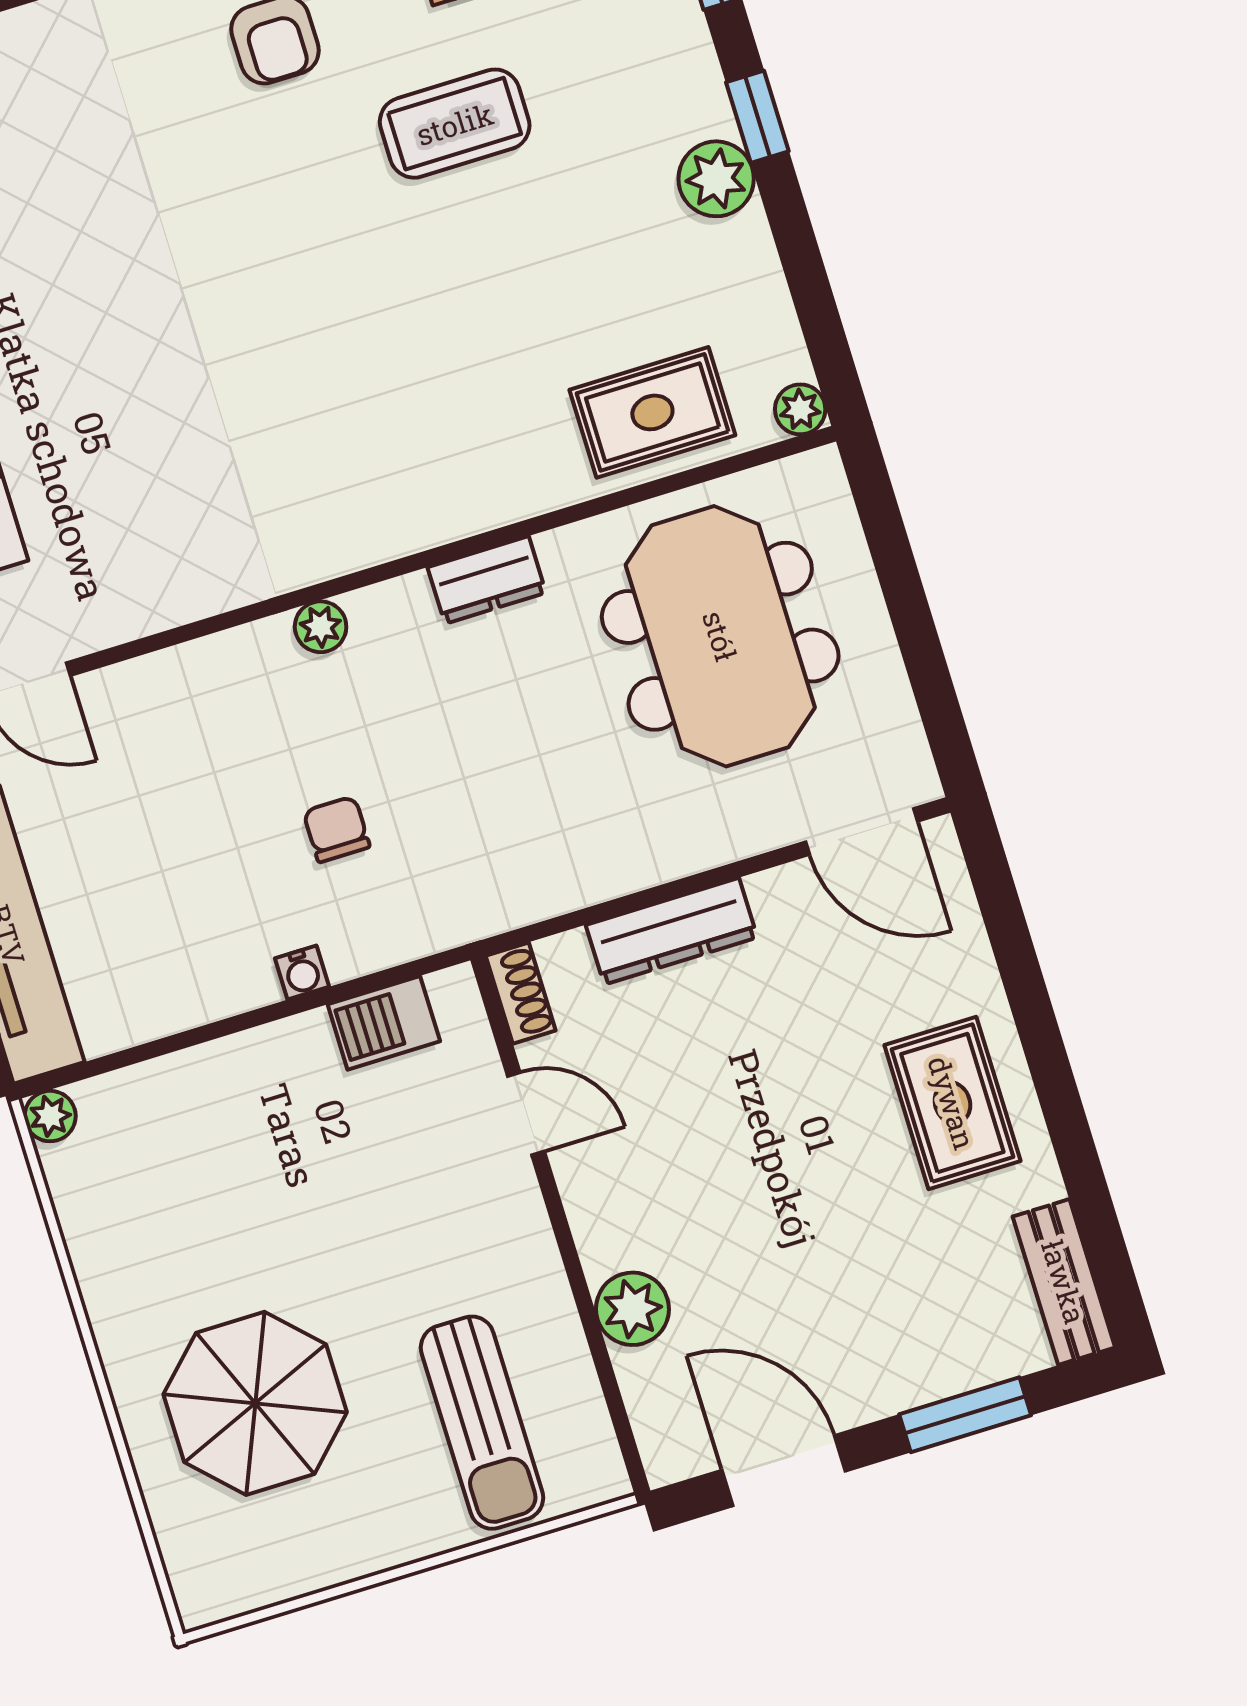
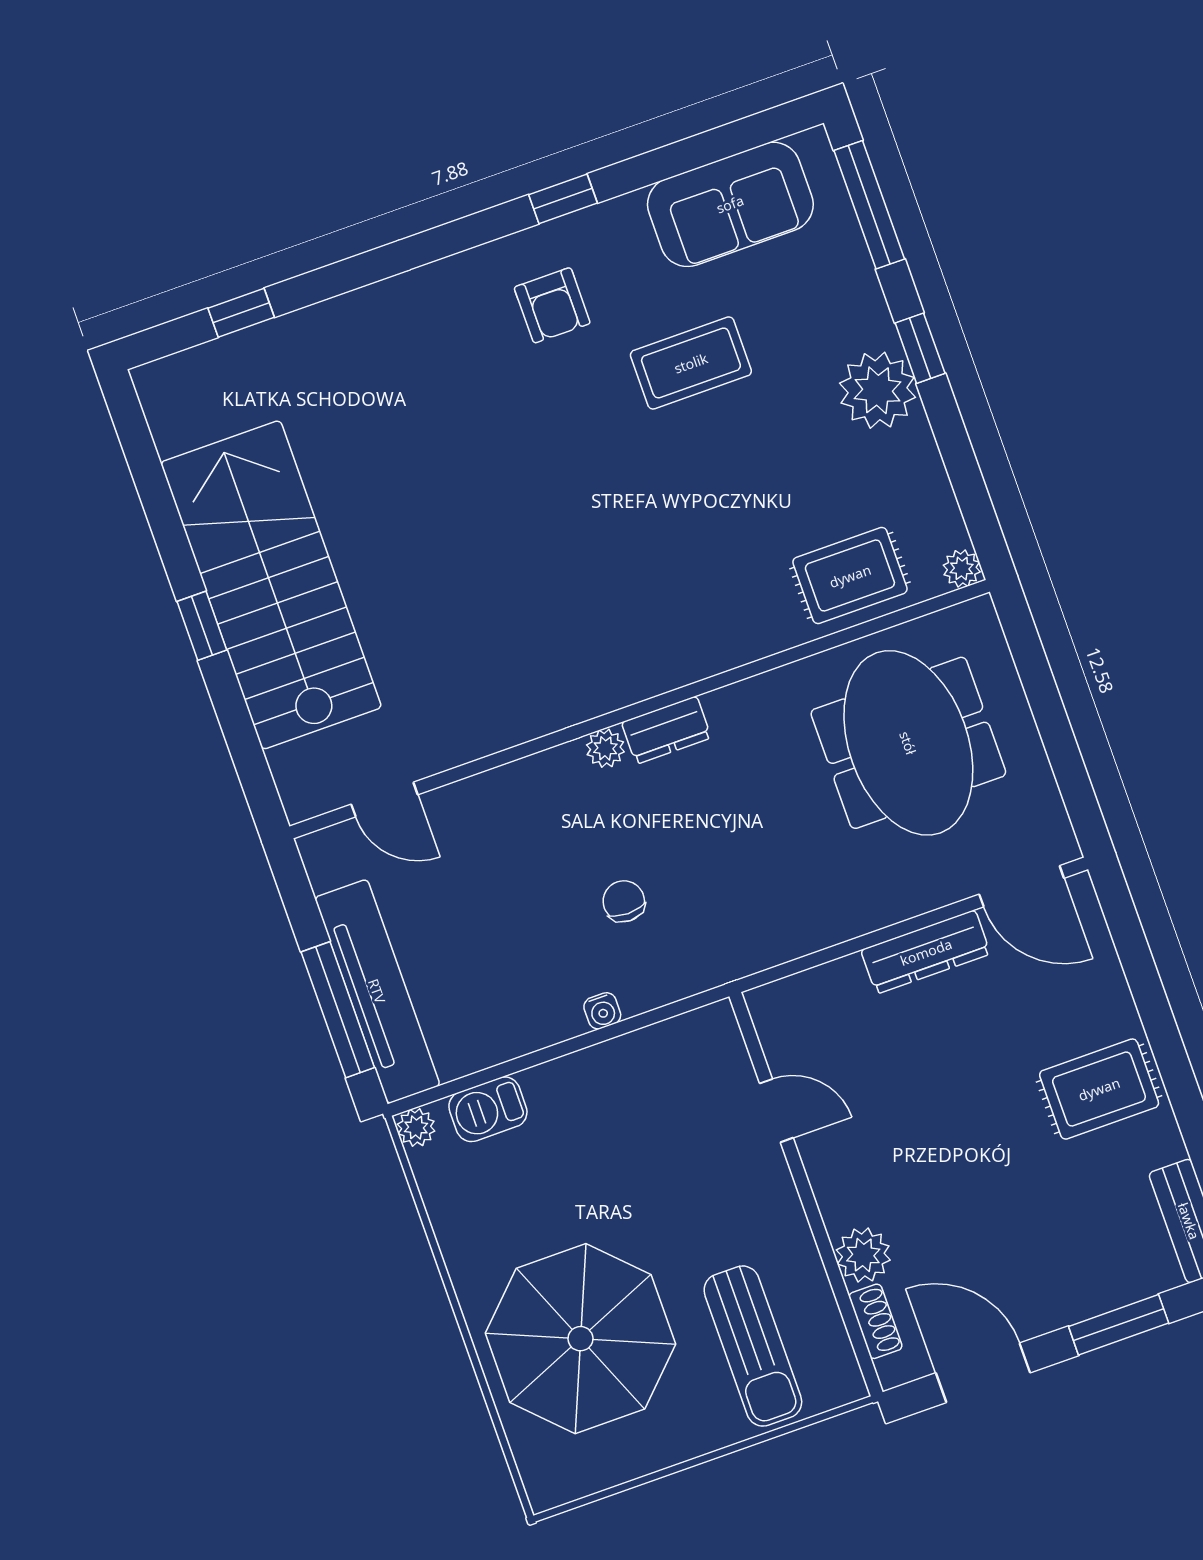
plant: (716, 179) -> (877, 390), width x1.36, depth x1.36
dresser: (487, 580) -> (666, 730), moved
dresser: (672, 931) -> (926, 952), moved
shoe rack: (521, 993) -> (876, 1321), moved
barbecue: (384, 1023) -> (488, 1109), moved
rug: (952, 1103) -> (1099, 1089), turned 90
parasol: (255, 1403) -> (580, 1339), width x1.36, depth x1.36

